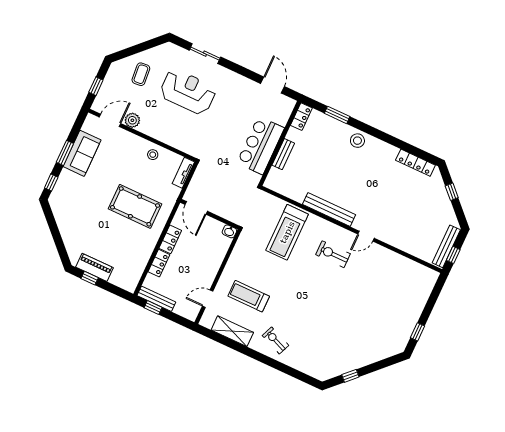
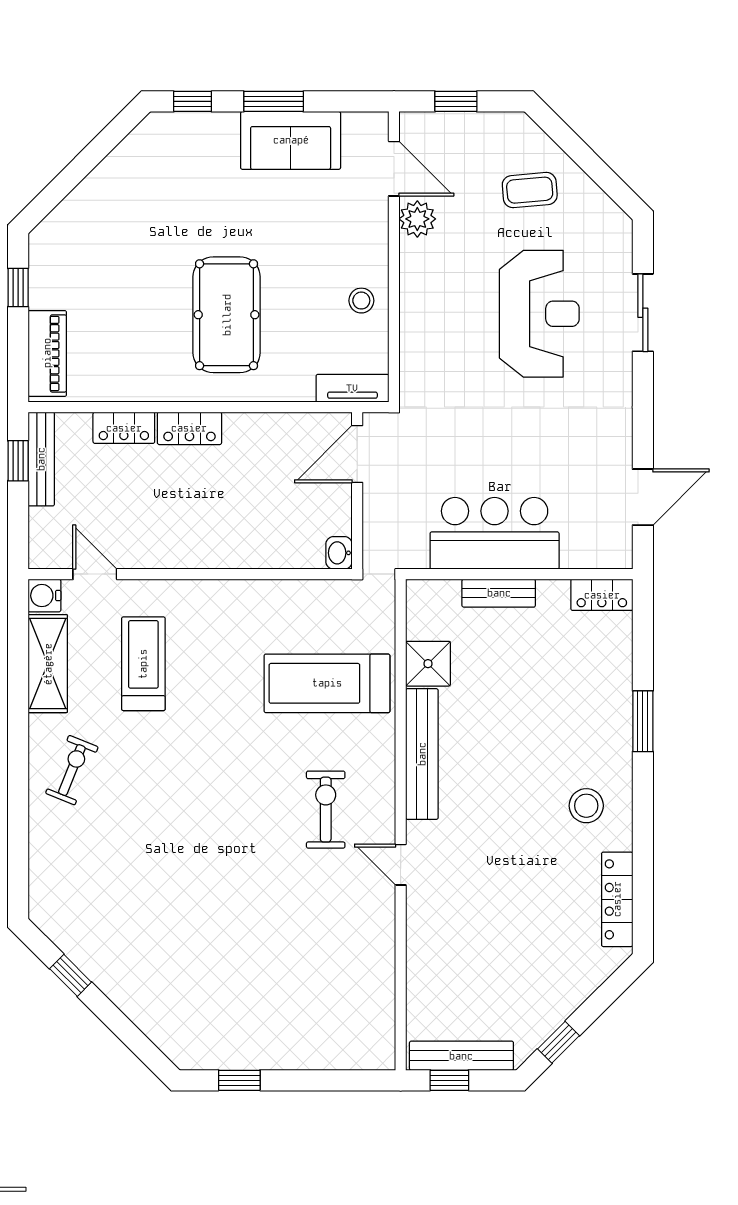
window: (337, 115) -> (643, 721), moved
stool: (357, 141) -> (586, 806), moved
shower: (297, 192) -> (428, 664), added
window: (452, 192) -> (559, 1042), moved
door: (196, 208) -> (357, 454), moved
wall: (210, 214) -> (357, 491), moved
washbasin: (229, 231) -> (339, 553), moved
piano: (95, 267) -> (47, 353), moved
water cooler: (207, 321) -> (44, 596), added

